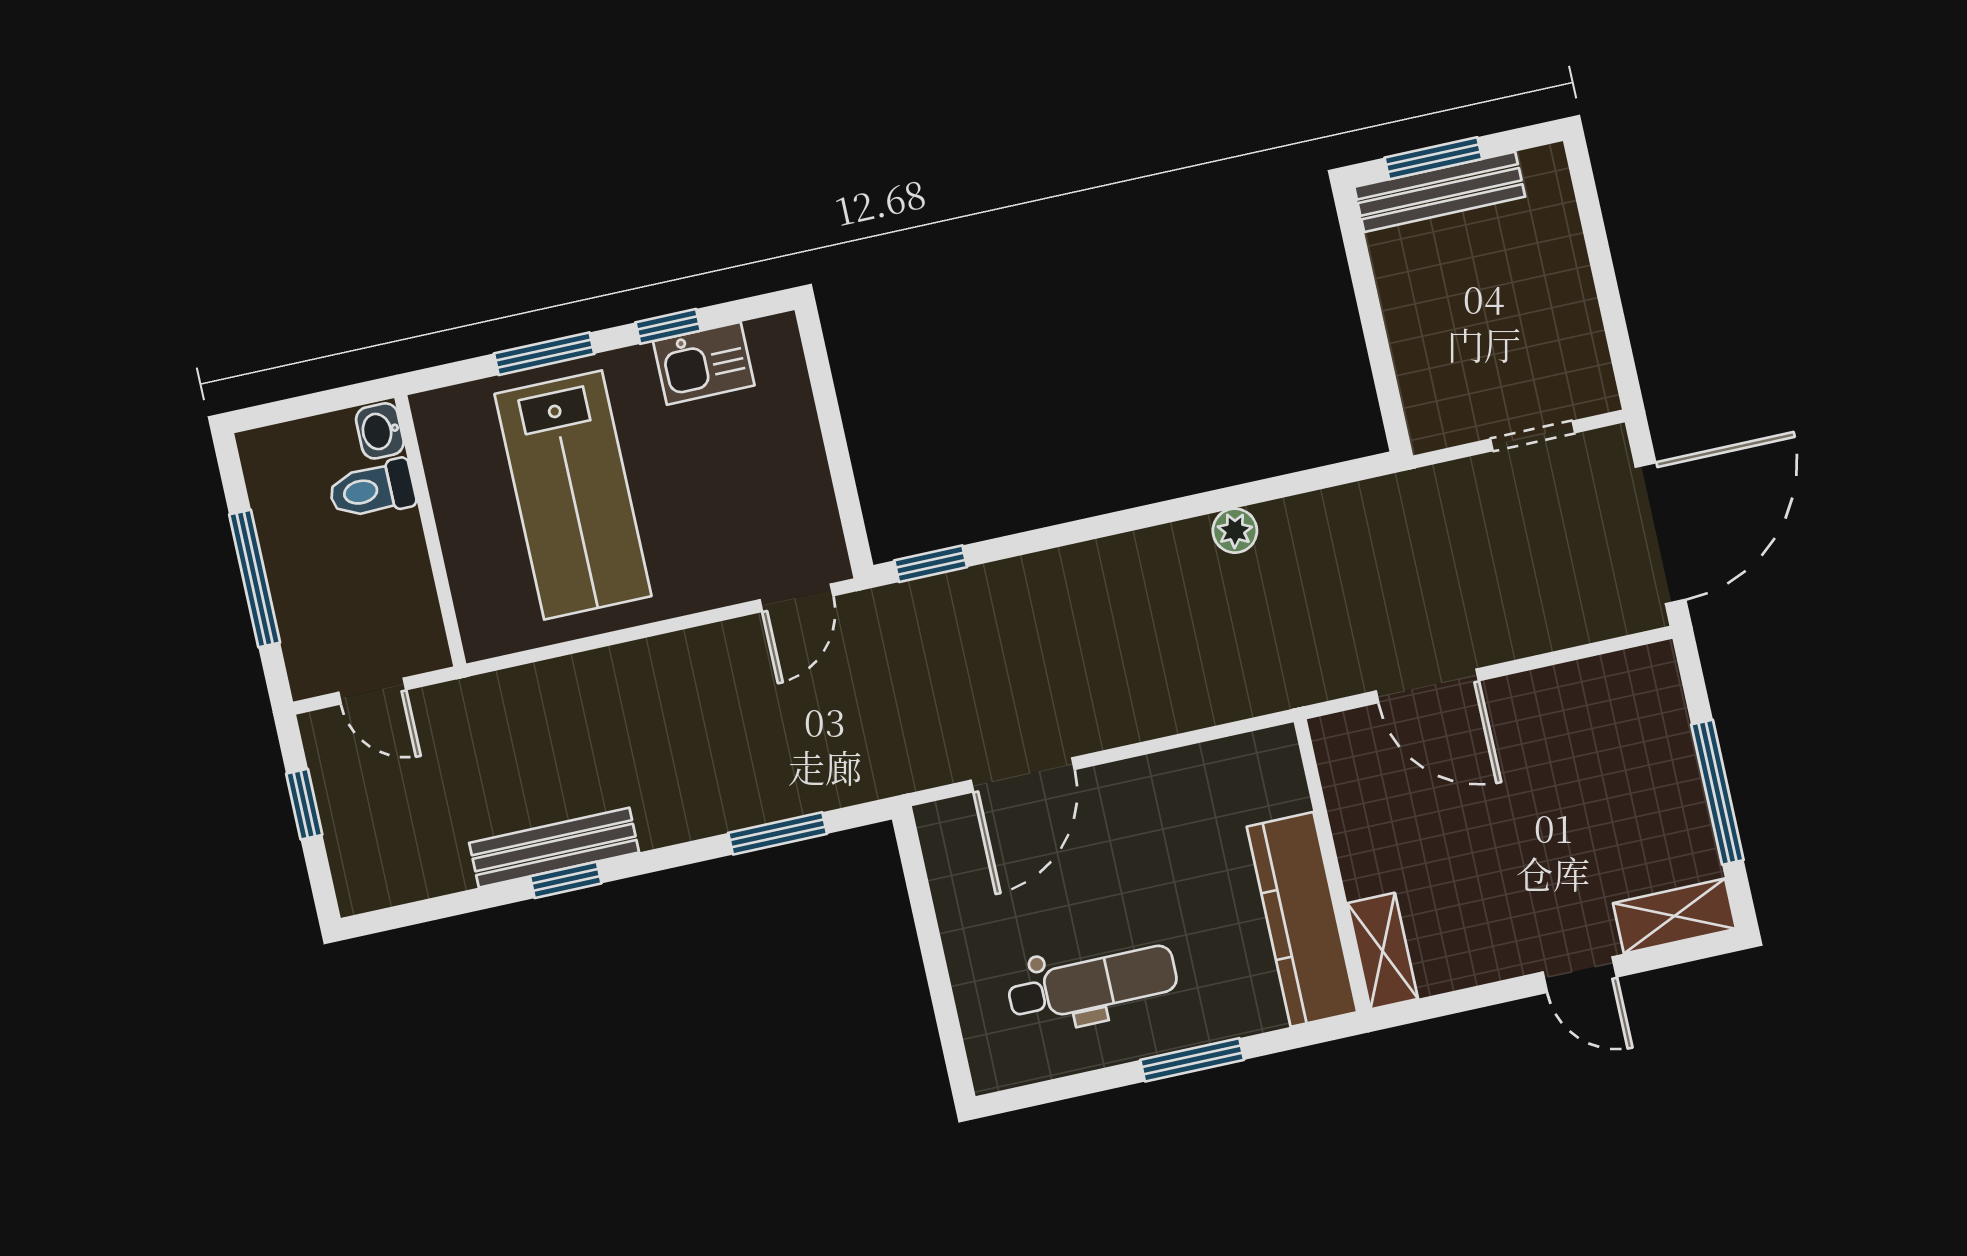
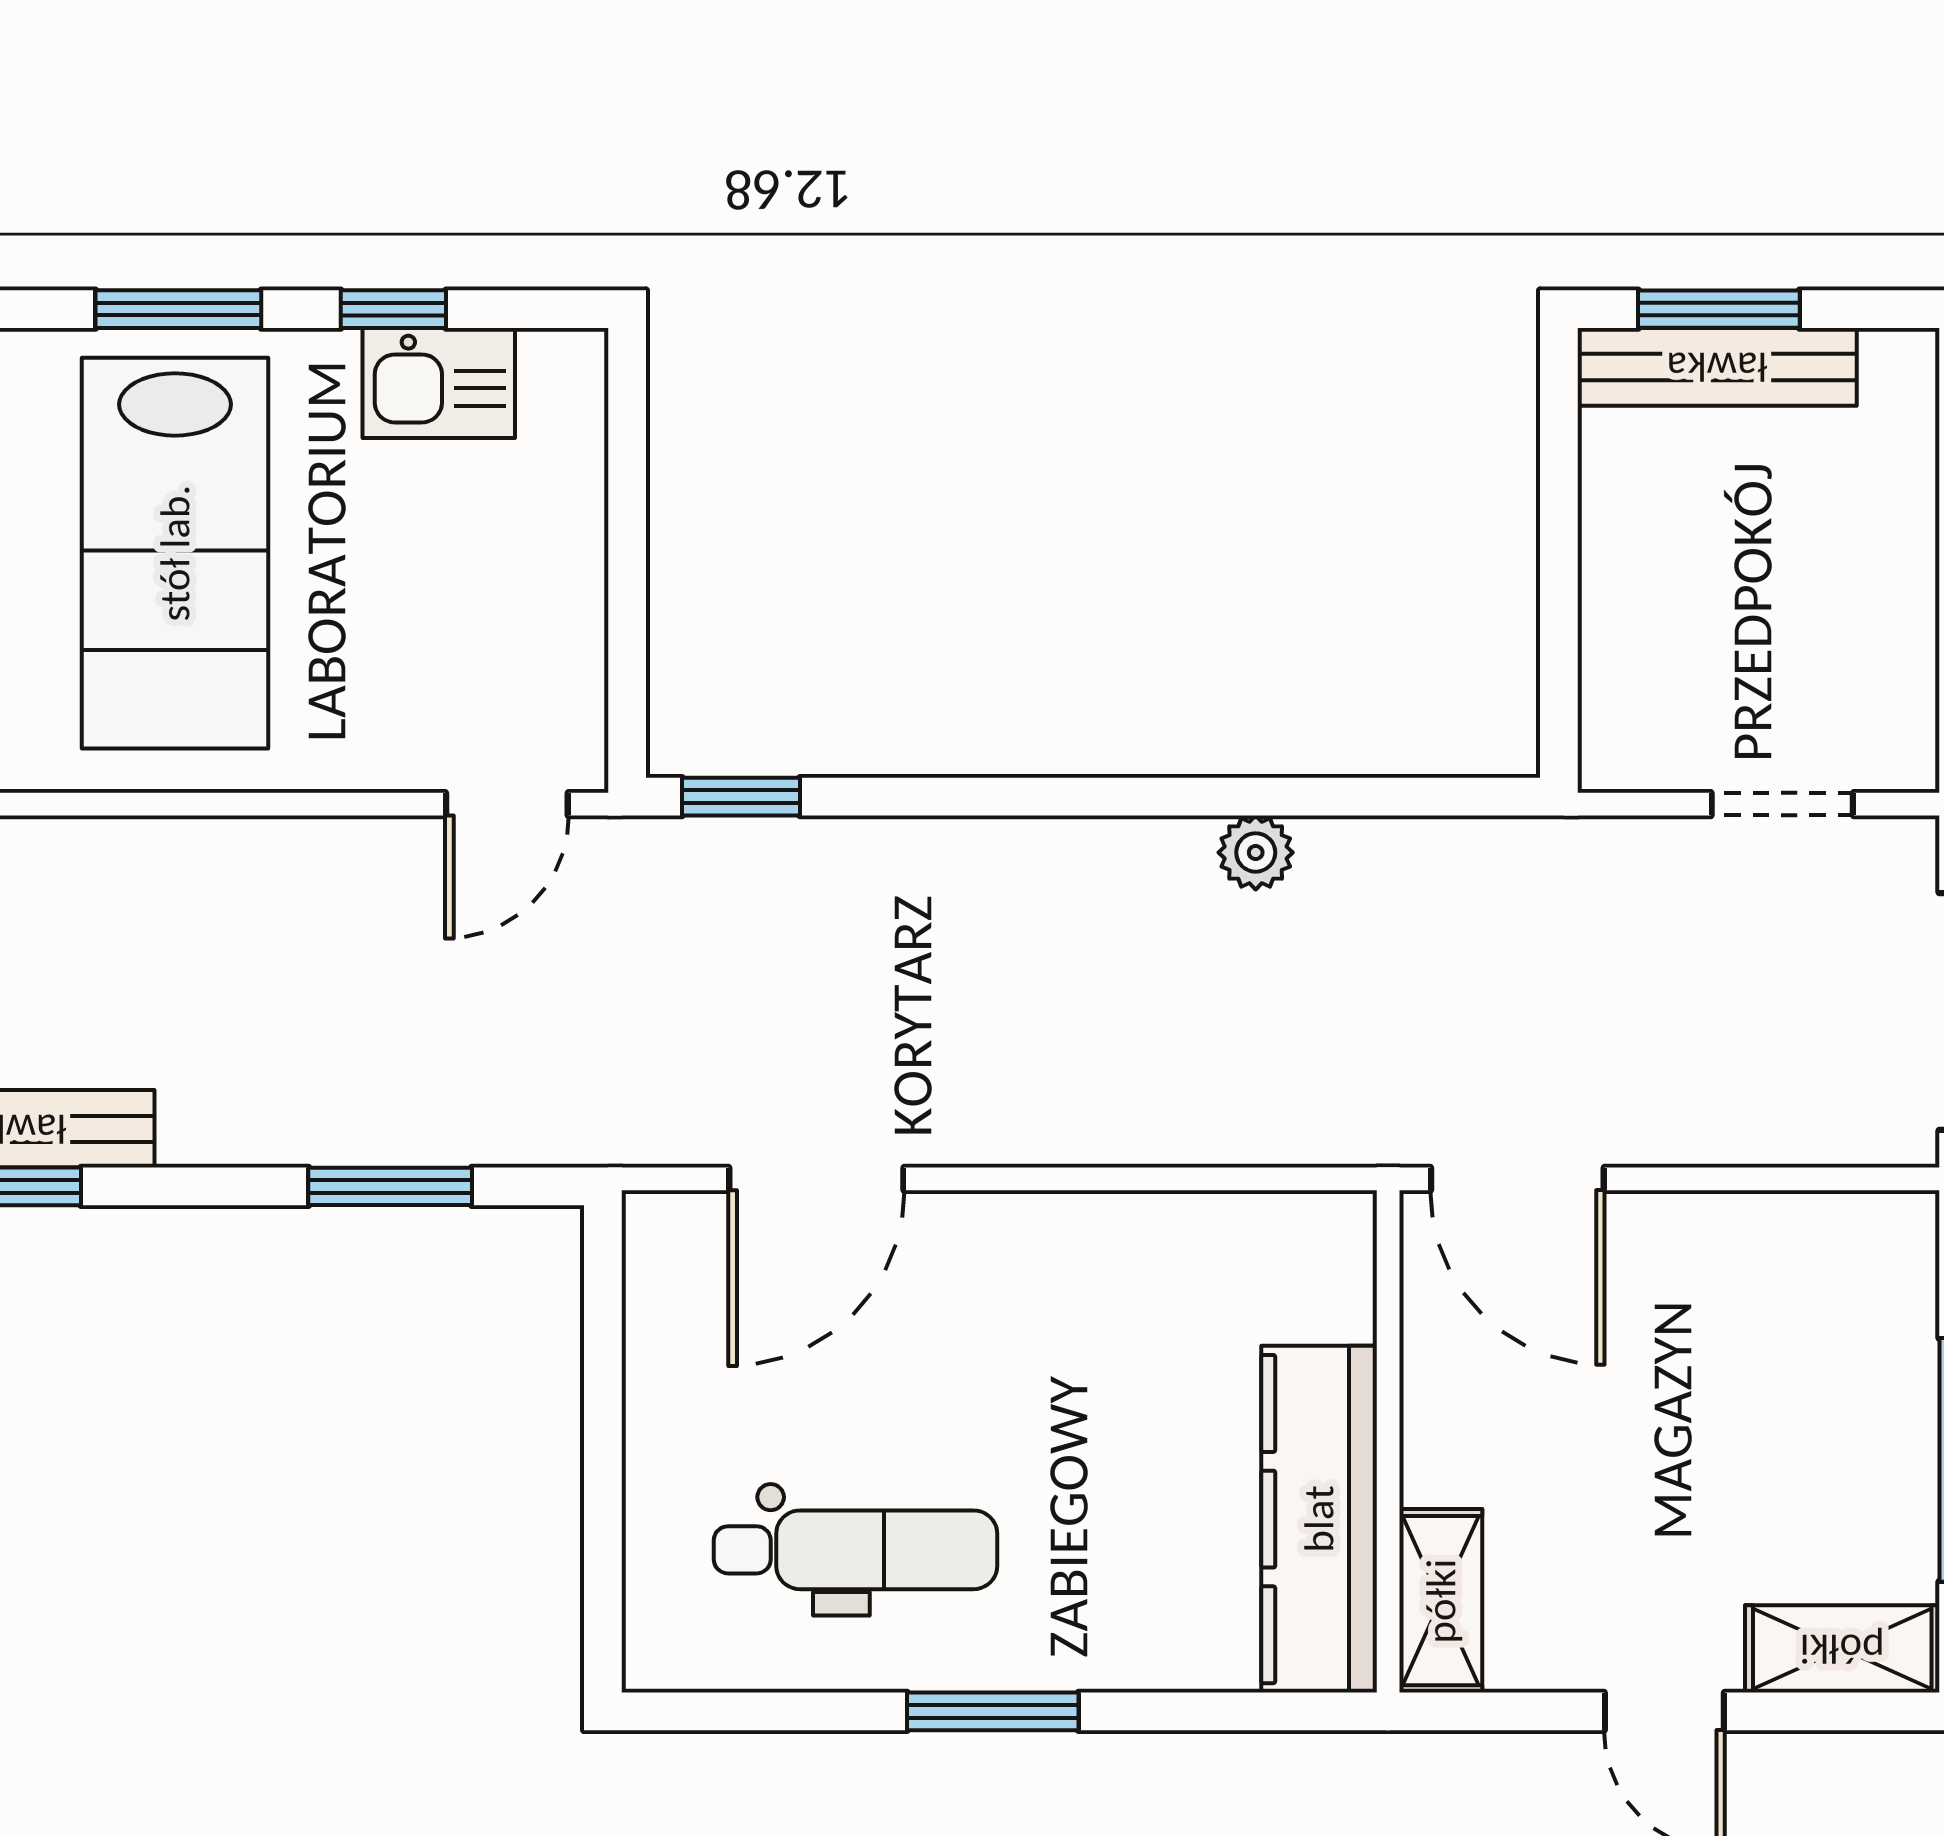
wall: (1332, 866) -> (1388, 1441), moved
kitchen counter: (1302, 919) -> (1319, 1519), moved
shelving: (1383, 951) -> (1441, 1601), moved

